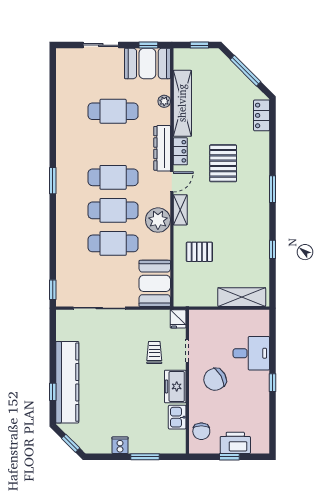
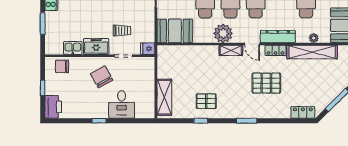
pallet: (199, 252) -> (206, 101), moved, turned 90
printer: (235, 443) -> (53, 107), moved

